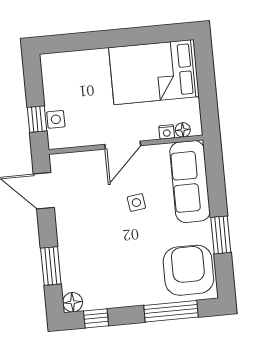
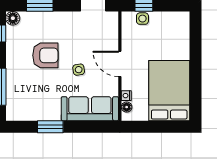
armchair: (188, 270) -> (45, 55), moved, width x0.73, depth x0.73

